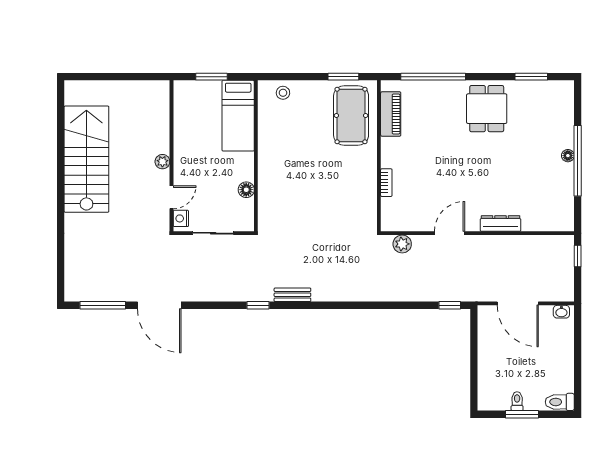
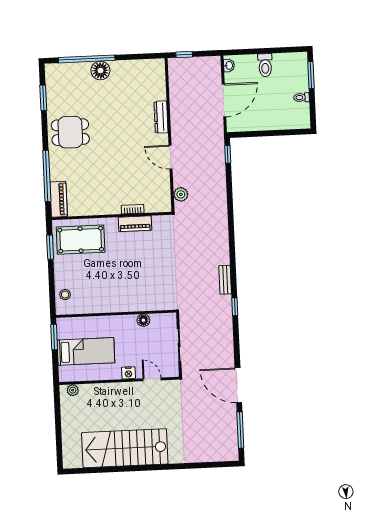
window: (211, 77) -> (54, 337), moved
piano: (391, 114) -> (59, 199), moved, turned 90
bed: (238, 116) -> (86, 351), moved
floor lamp: (568, 156) -> (100, 70), width x1.89, depth x1.89
window: (578, 161) -> (87, 59), moved
plant: (162, 162) -> (73, 390), moved
piano: (368, 185) -> (135, 224), added
nightstand: (181, 218) -> (128, 373), moved
door: (159, 305) -> (238, 385), swing flipped
toilet: (560, 402) -> (265, 65), moved
window: (522, 414) -> (311, 75), moved

